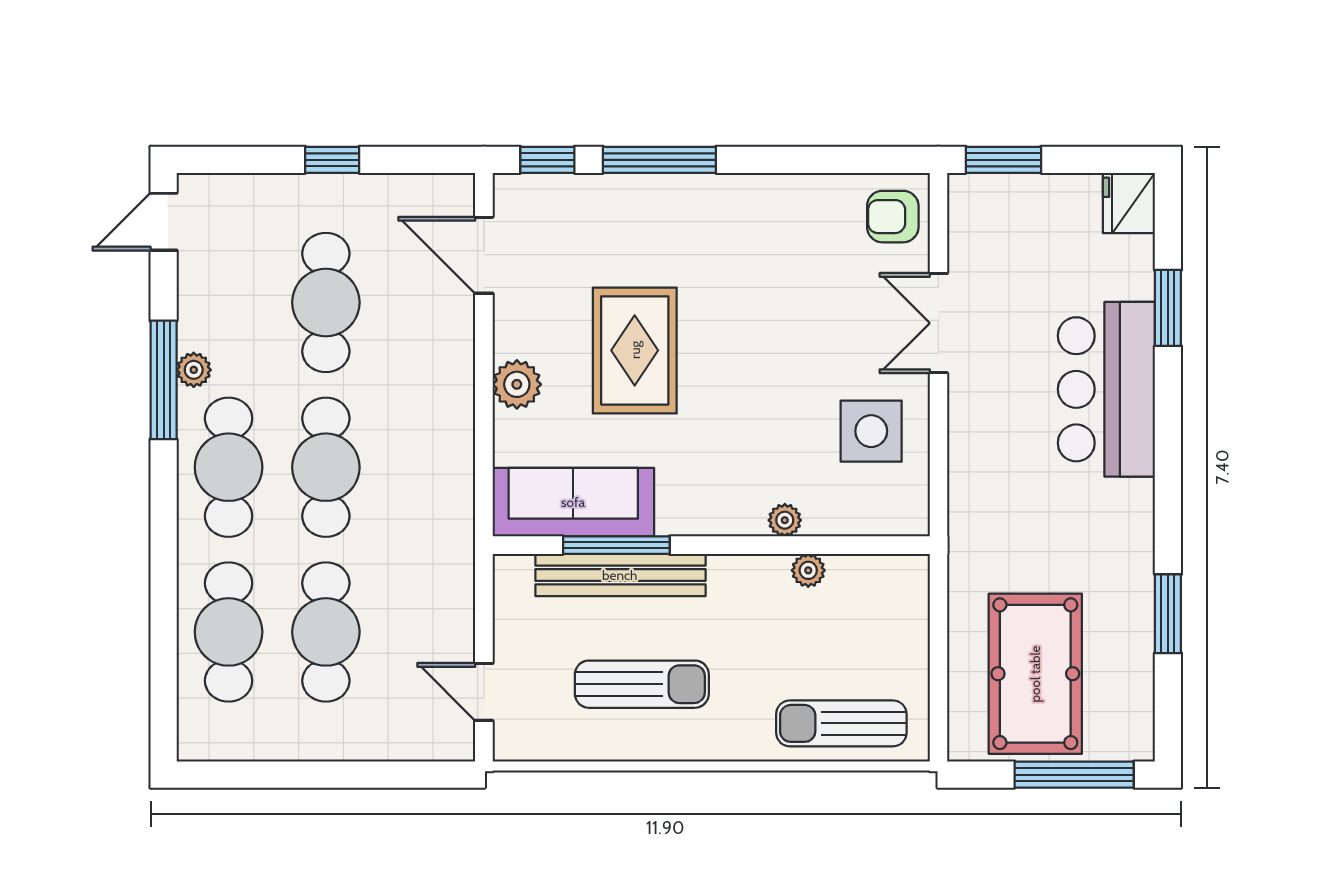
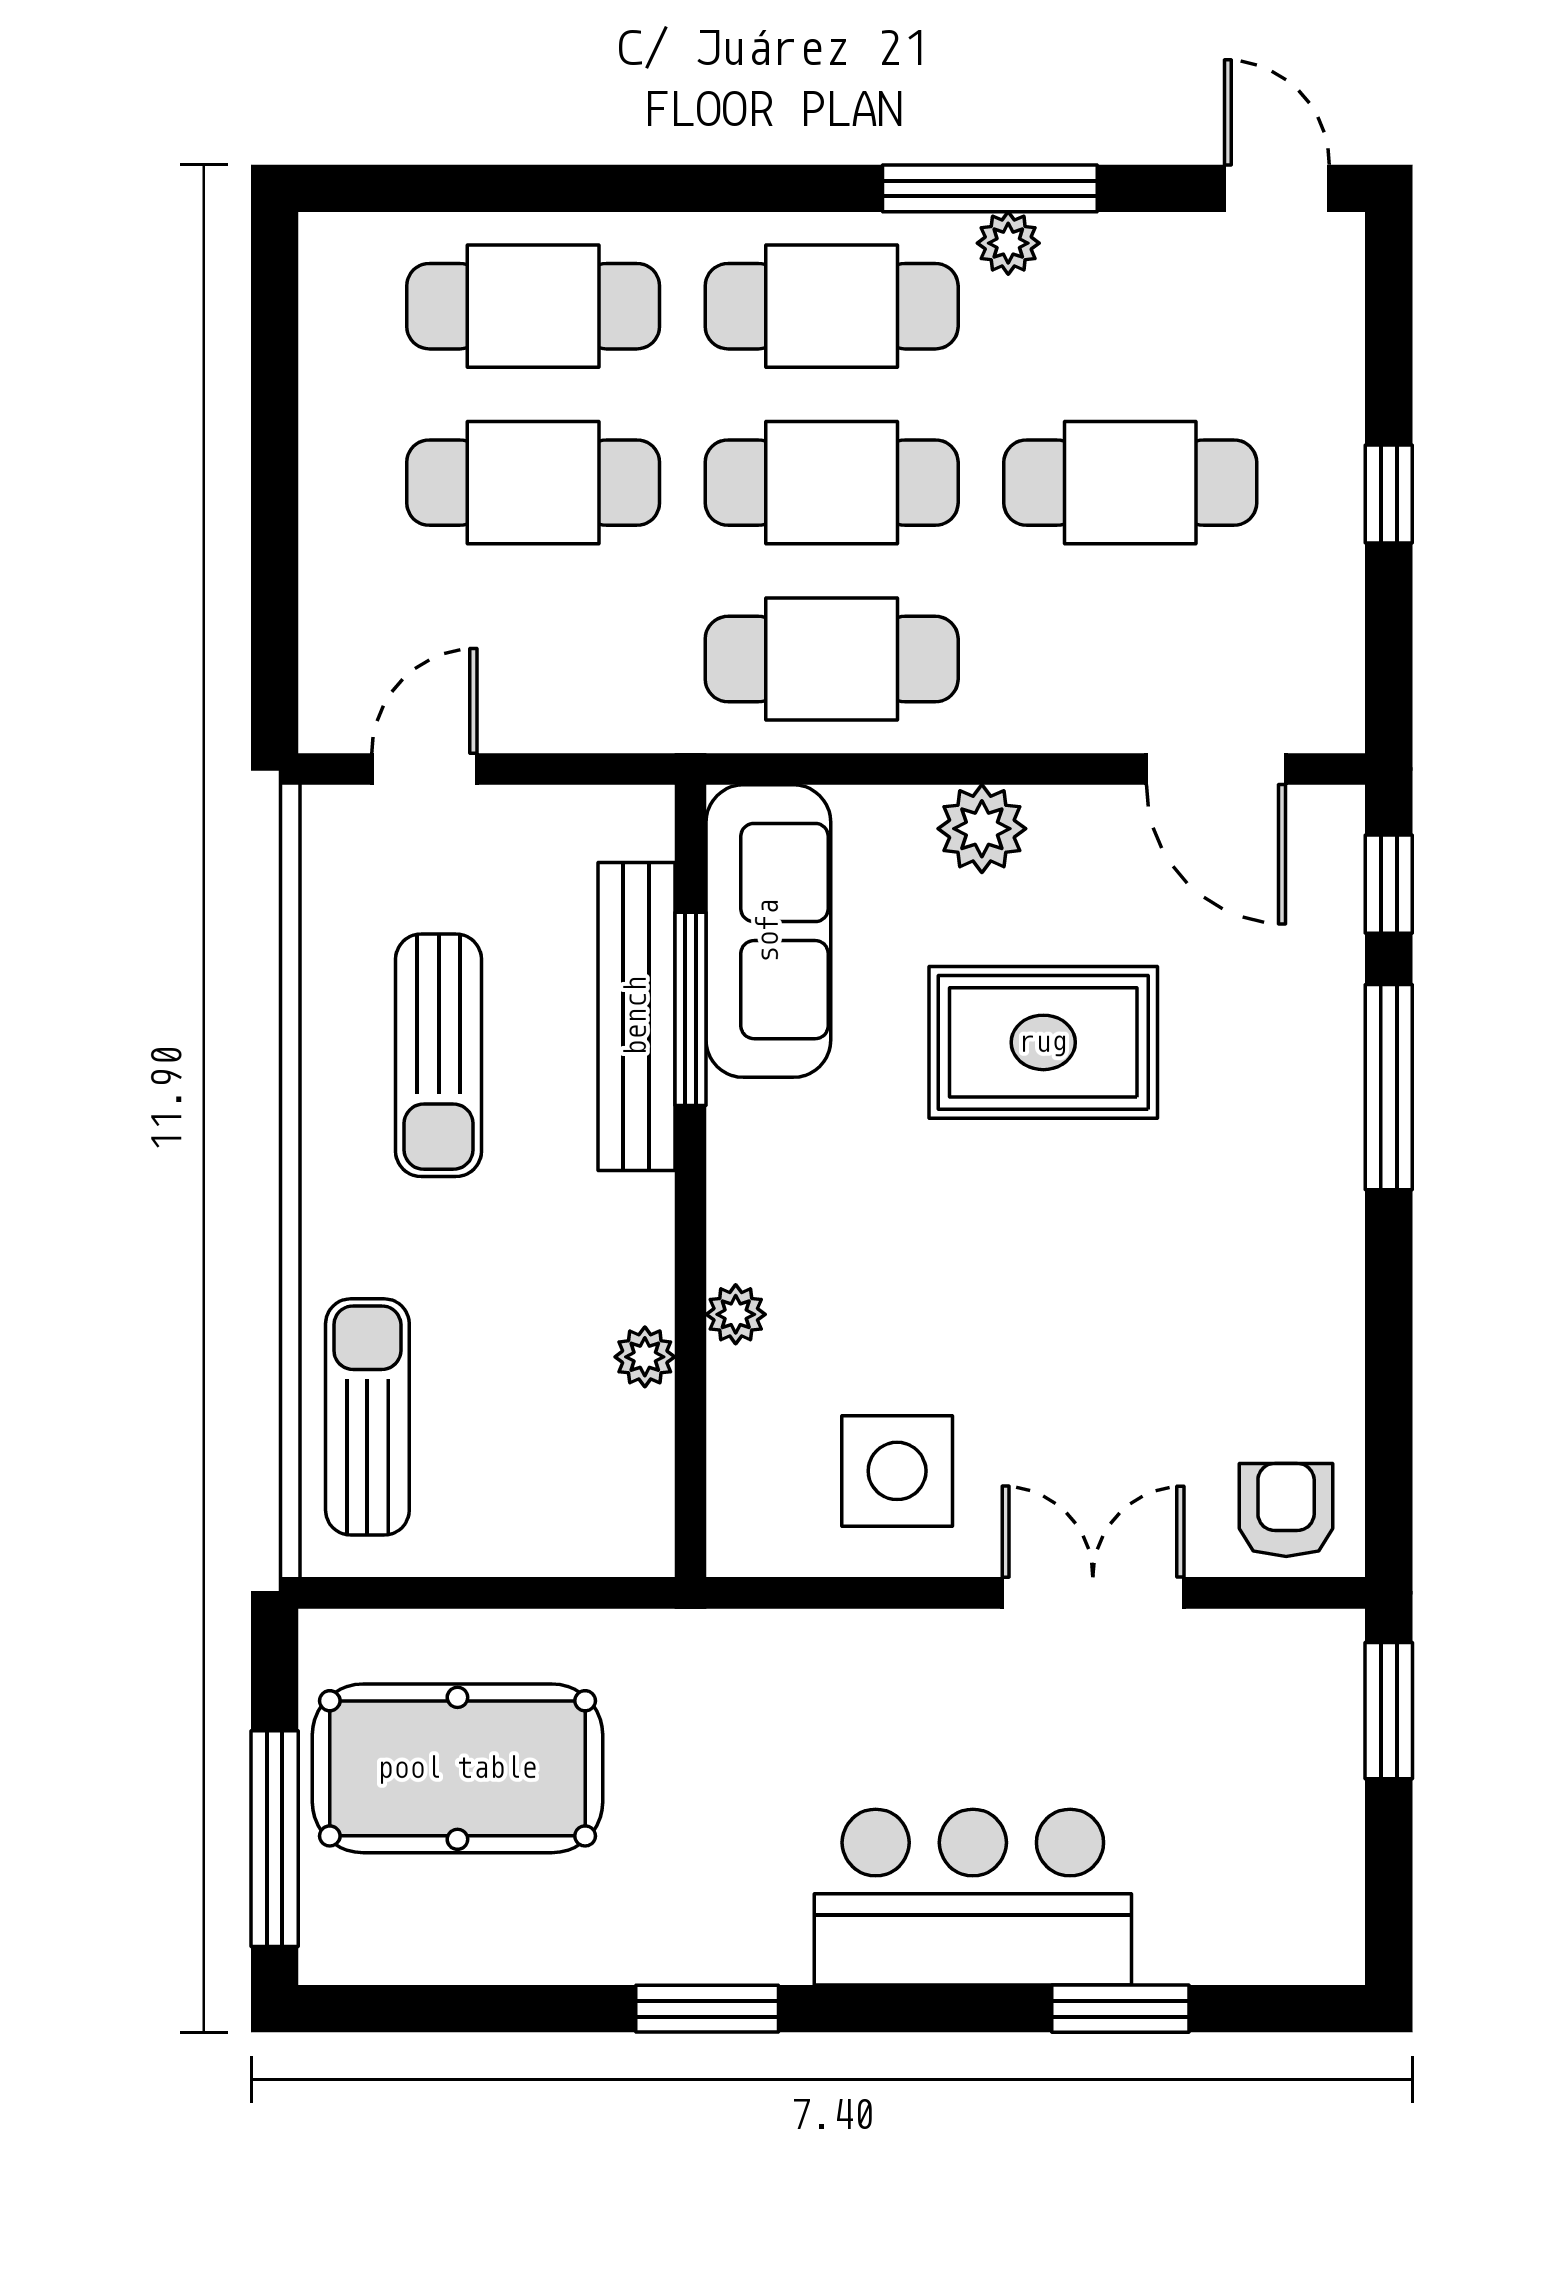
fridge: (1129, 203) -> (1310, 1938), removed
door: (484, 255) -> (1216, 769), swing flipped
cafe table: (423, 467) -> (832, 659), added
window: (1168, 614) -> (707, 2009), moved

